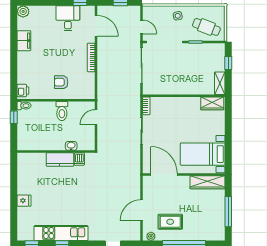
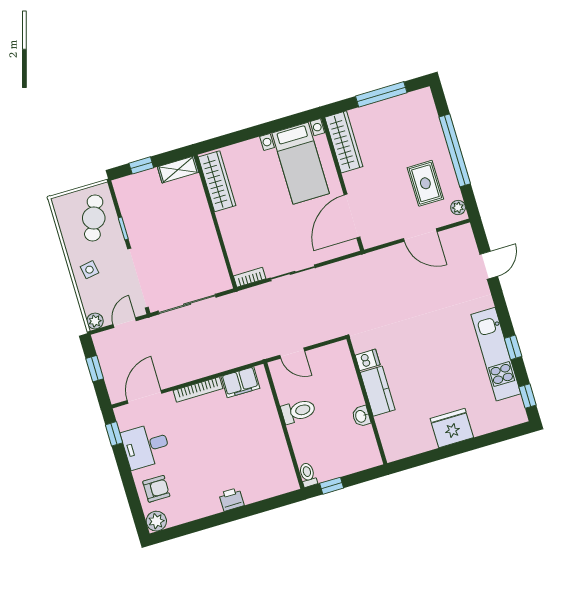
plant: (148, 10) -> (95, 321), added
filing cabinet: (24, 41) -> (240, 382), moved, turned 180
armchair: (61, 82) -> (156, 489), moved, turned -90
printer: (23, 91) -> (231, 499), moved
wardrobe: (212, 103) -> (217, 181), width x1.50
washbasin: (71, 146) -> (361, 416), moved
fridge: (24, 201) -> (452, 428), width x1.88, depth x1.34

